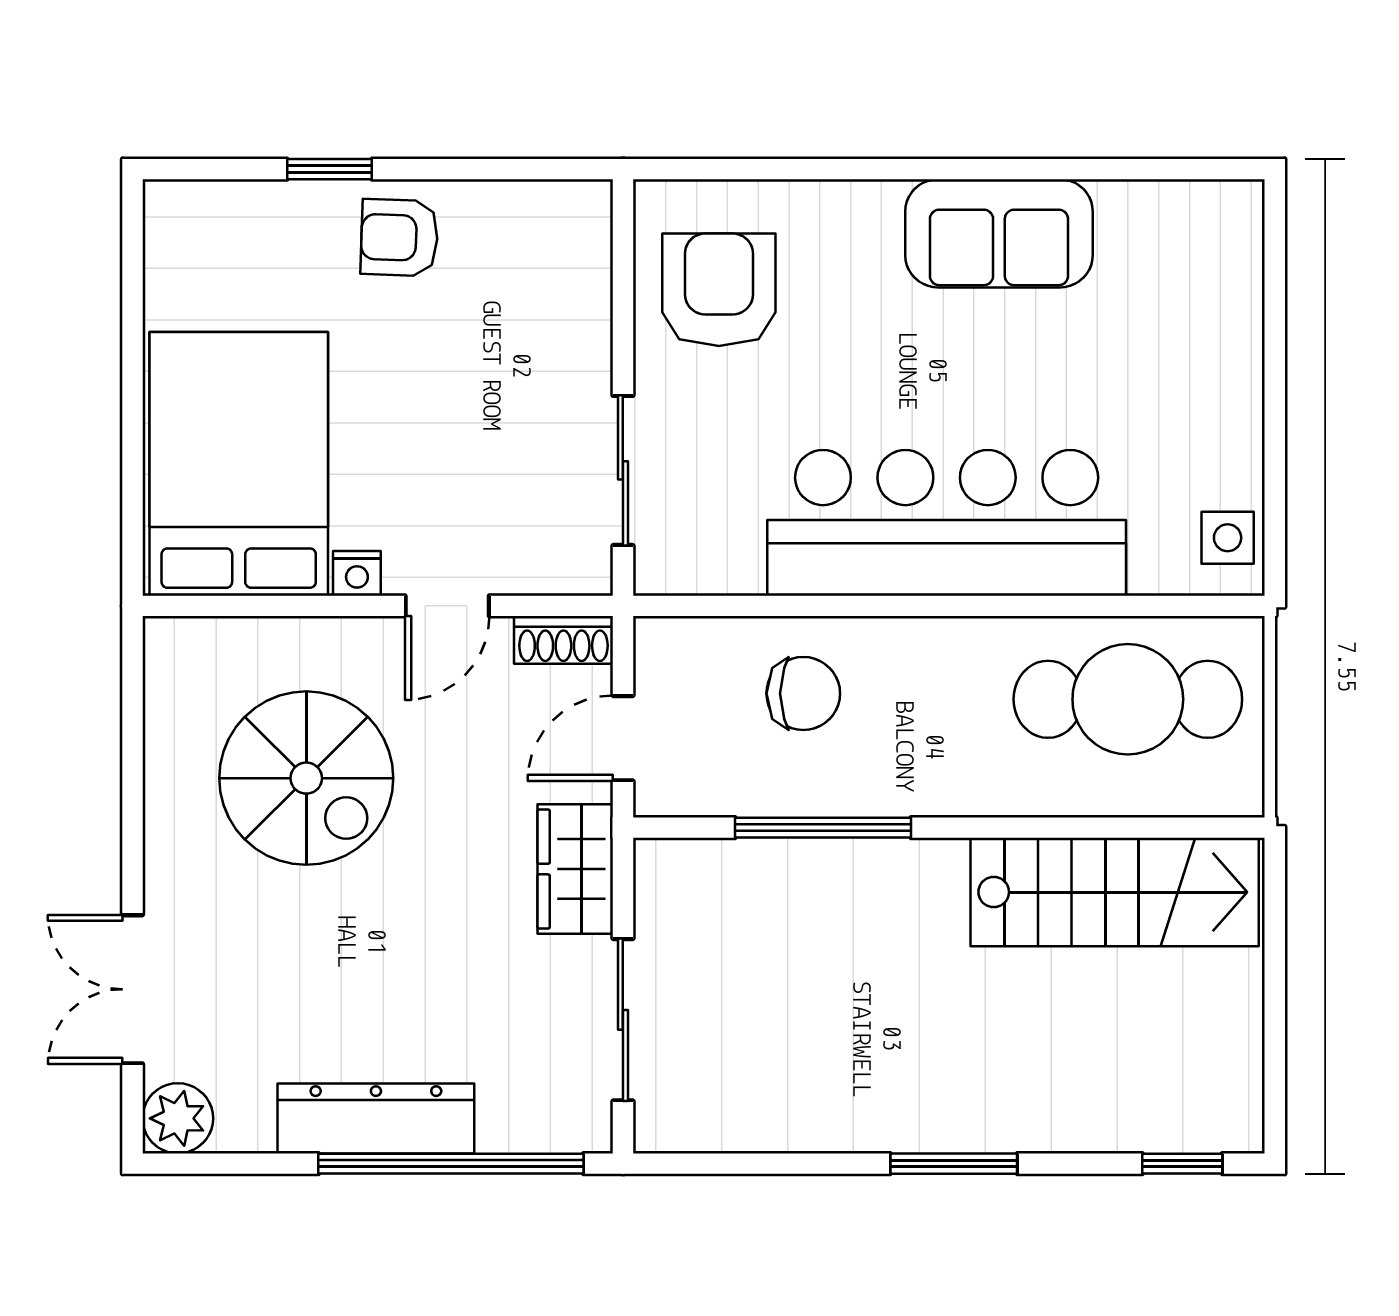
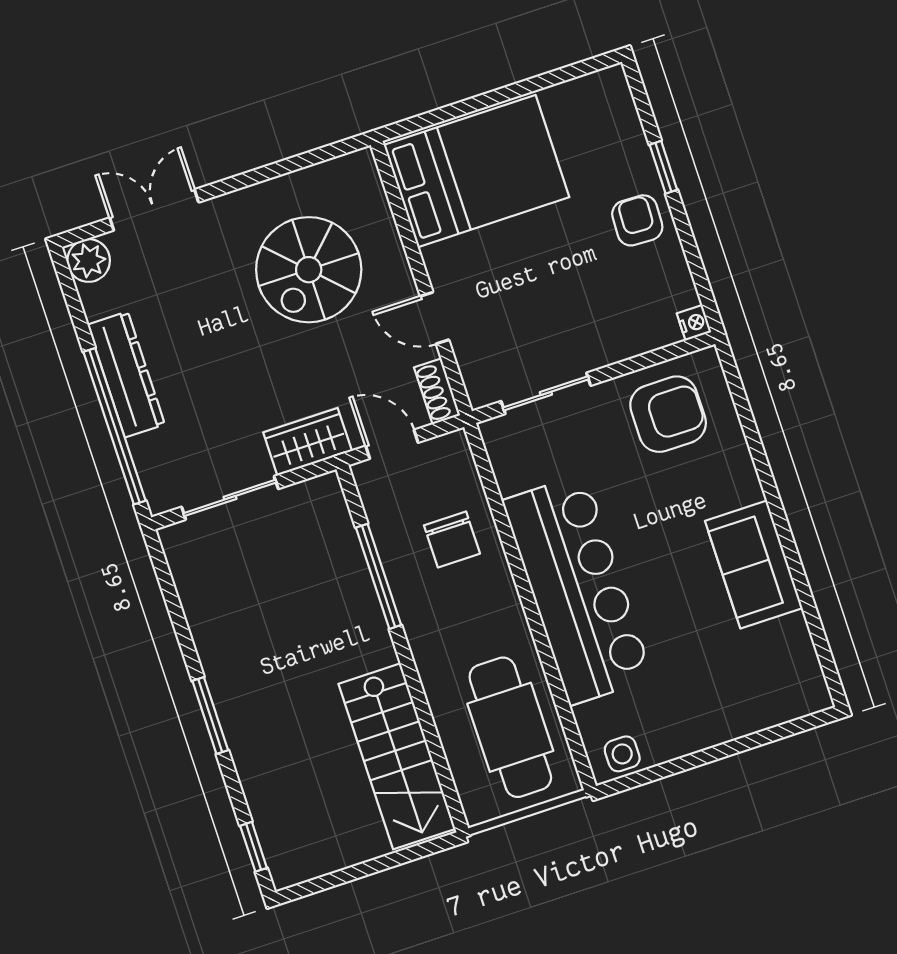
nightstand: (357, 573) -> (694, 323), moved, turned 180

